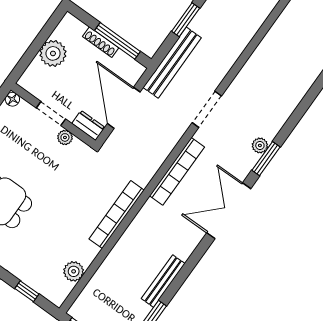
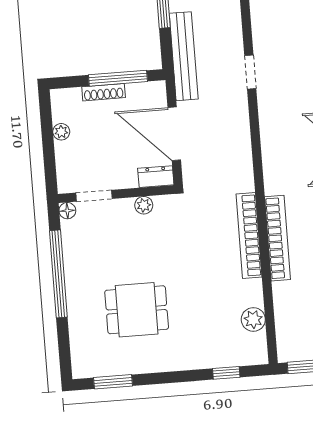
plant: (53, 53) -> (61, 132), width x0.53, depth x0.53
doorway: (207, 109) -> (250, 72), width x0.73
doorway: (51, 113) -> (94, 196), moved
bookcase: (177, 171) -> (277, 238), moved

